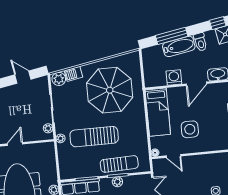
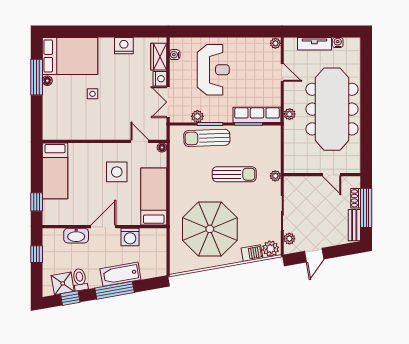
window: (172, 36) -> (115, 290), moved
toilet: (200, 42) -> (80, 280), moved
door: (23, 77) -> (314, 255), hinge flipped
plant: (48, 128) -> (289, 239), moved
sun lounger: (94, 137) -> (234, 174), width x0.73, depth x0.75
door: (15, 144) -> (332, 175), hinge flipped
plant: (117, 182) -> (197, 116), moved

